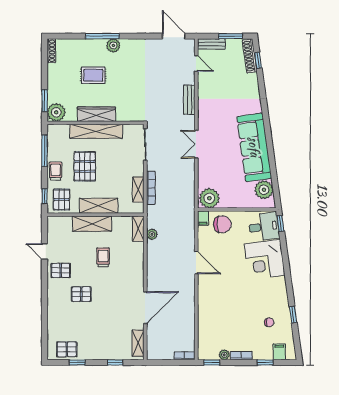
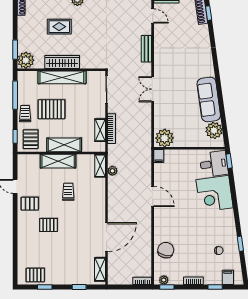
sofa: (254, 147) -> (209, 99), width x0.74, depth x0.79
pallet: (85, 166) -> (52, 109), turned 90
chair: (222, 224) -> (166, 250), moved, turned -77
plant: (224, 355) -> (164, 280), moved

